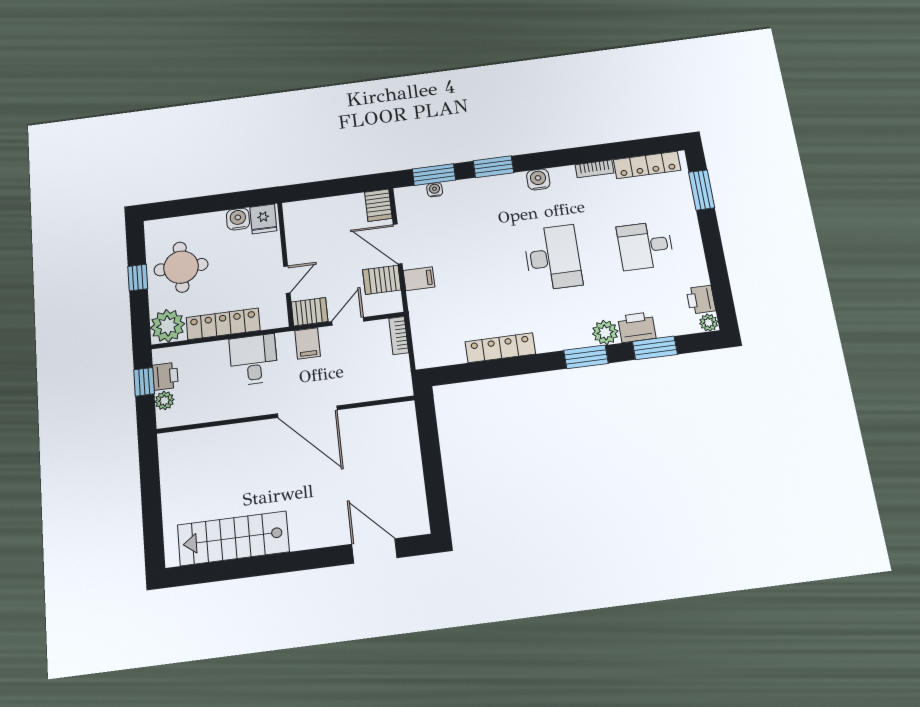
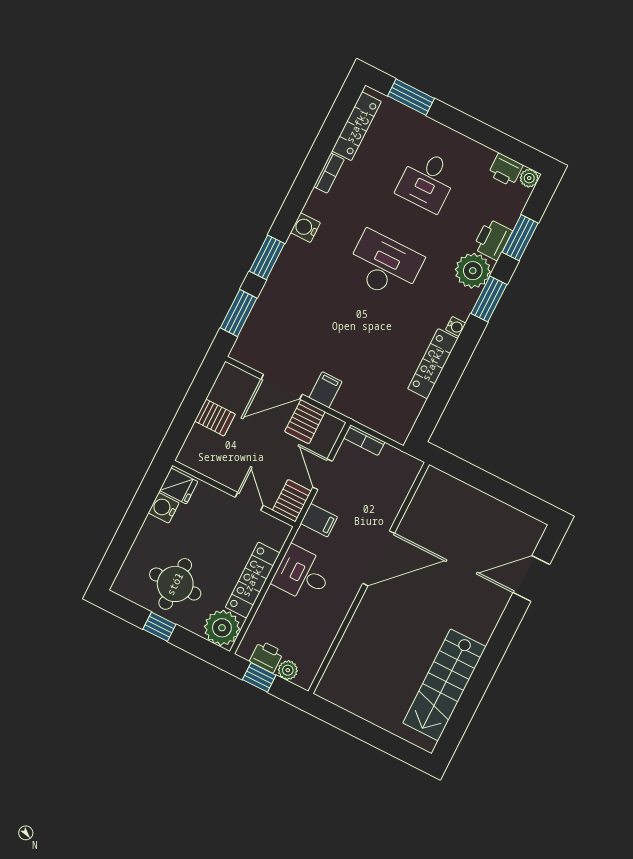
water cooler: (435, 190) -> (456, 326), moved, turned 180
server rack: (378, 205) -> (215, 418), moved
plant: (605, 332) -> (473, 271), width x1.36, depth x1.36

